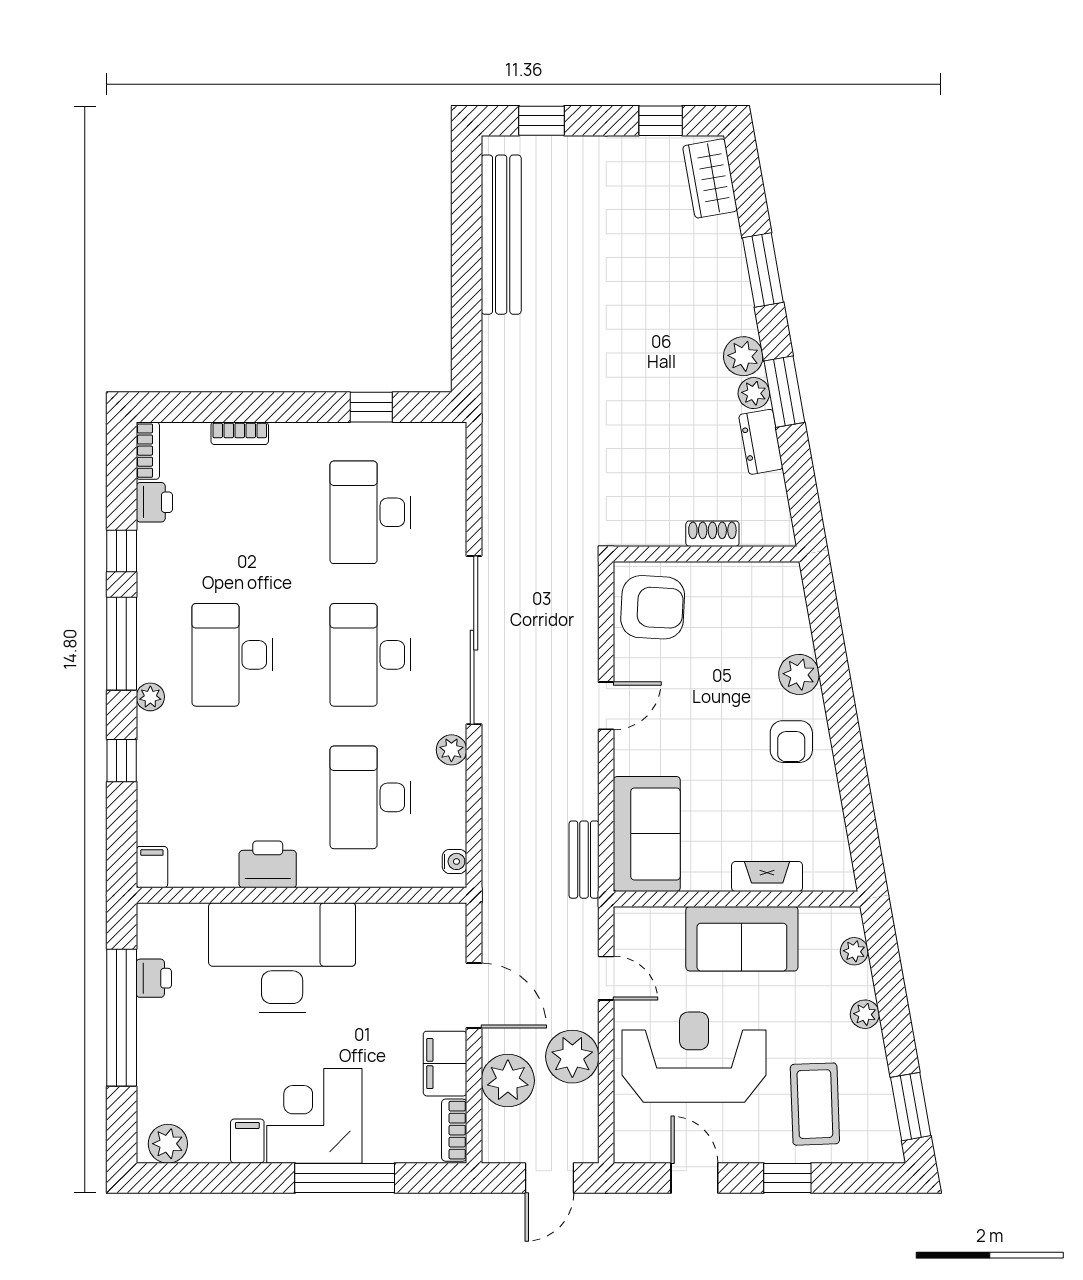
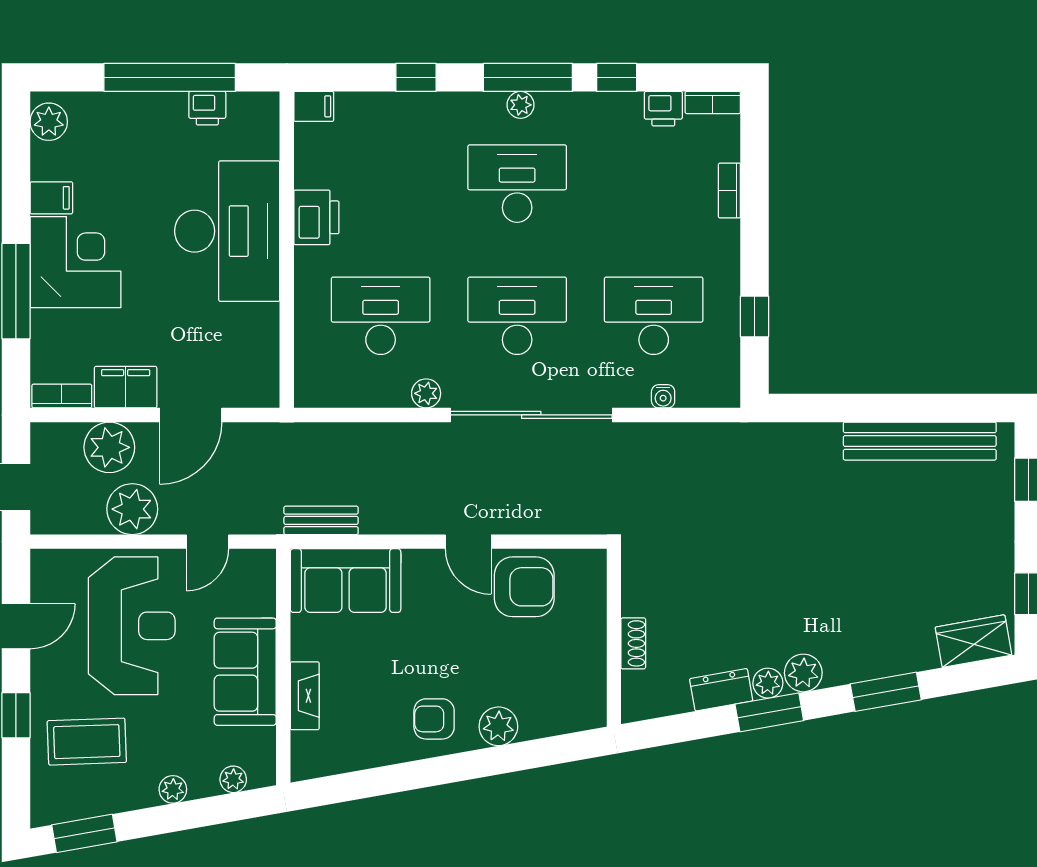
armchair: (653, 607) -> (524, 587), moved, turned -93
plant: (150, 697) -> (521, 105), moved
water cooler: (455, 861) -> (663, 396), moved

